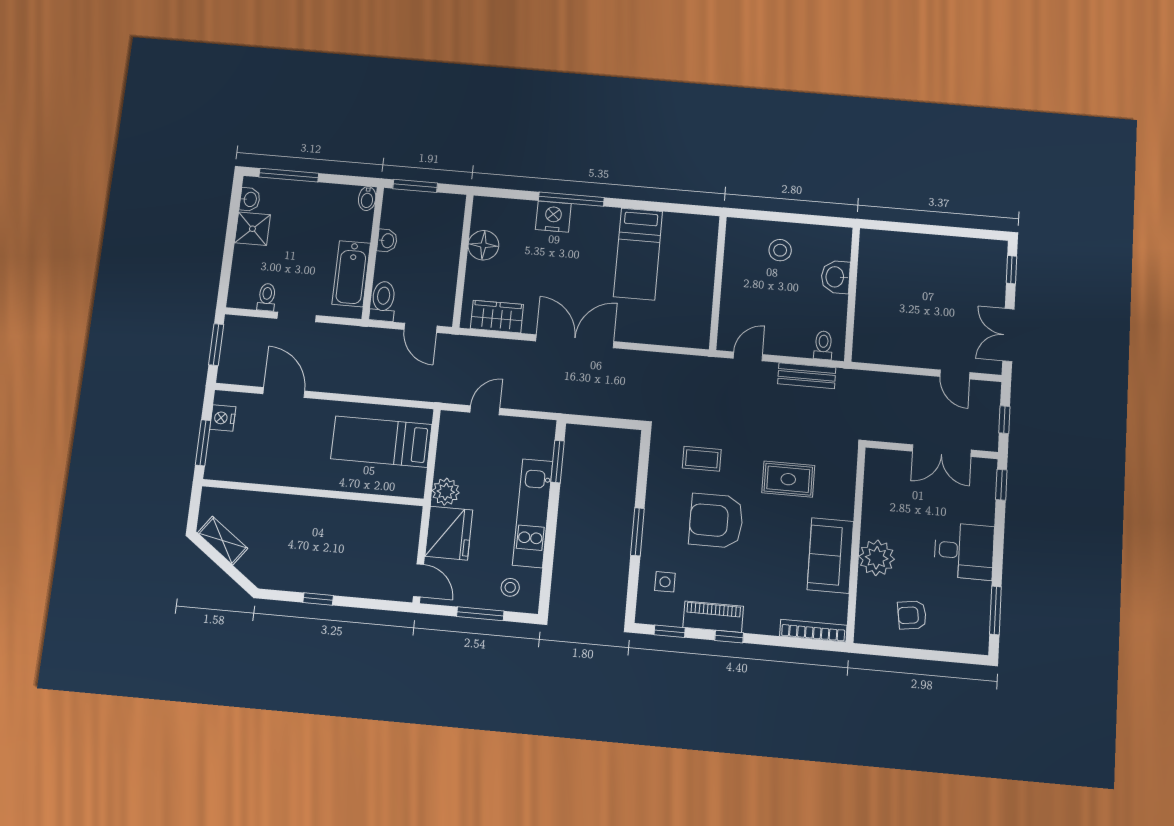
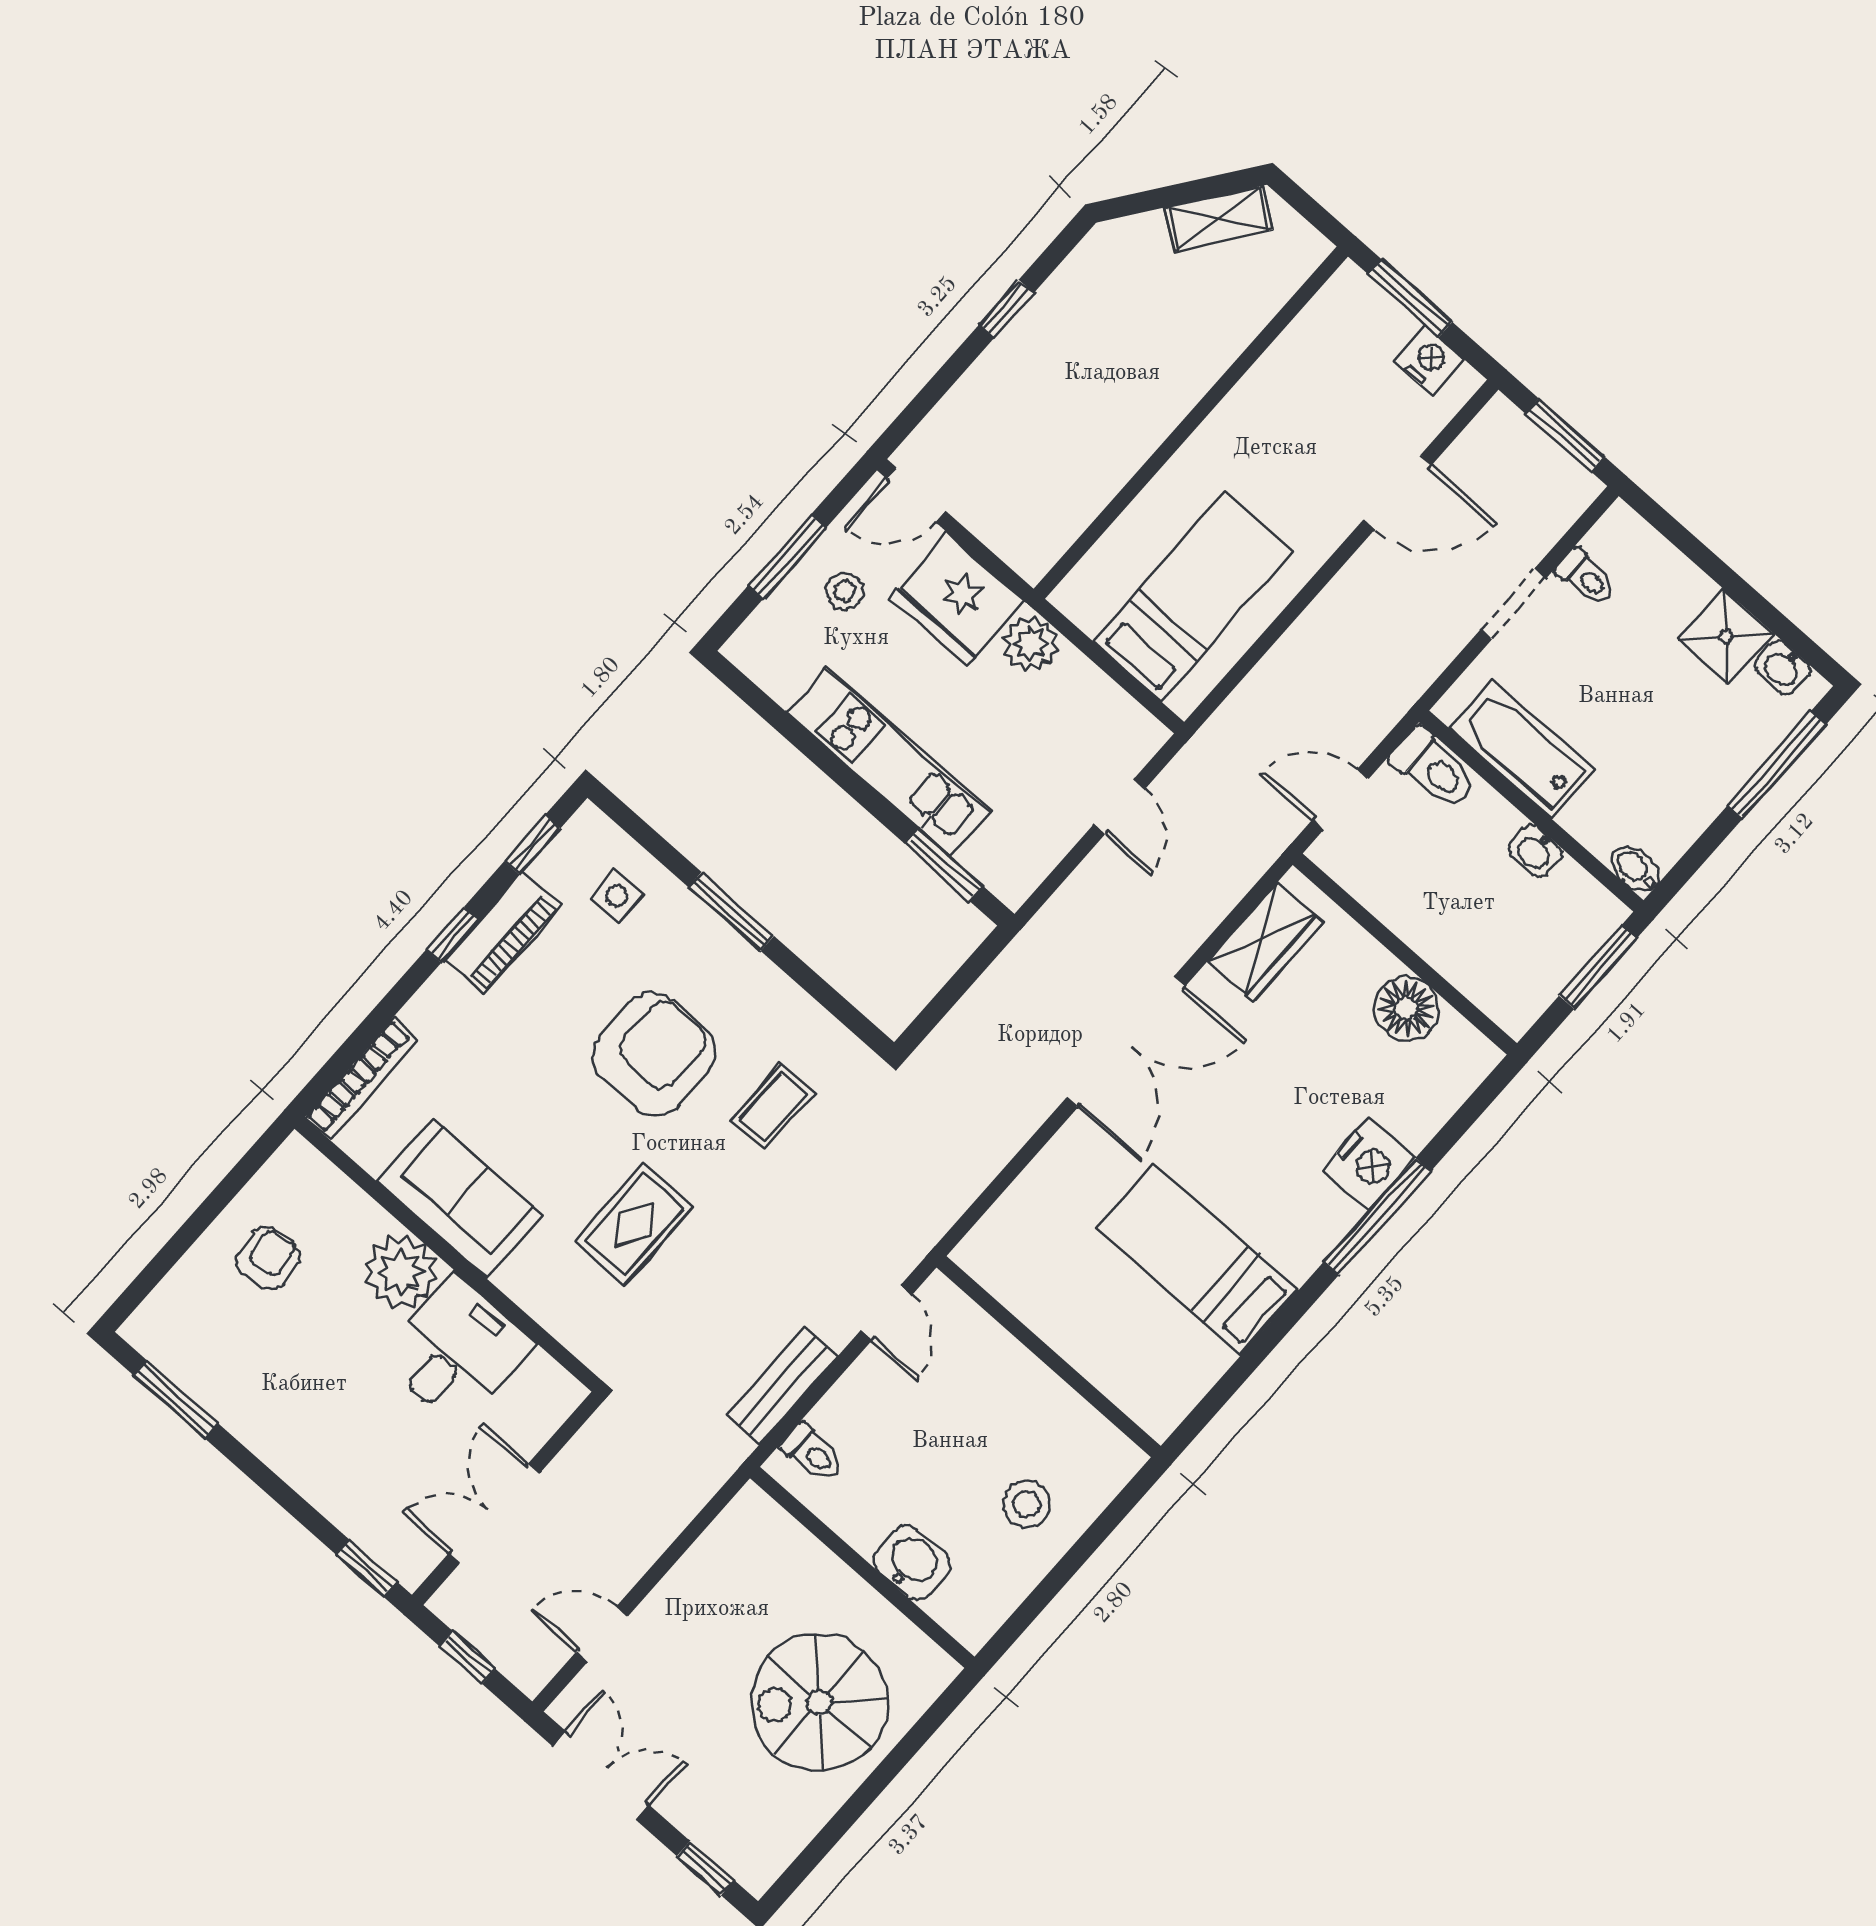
spiral stairs: (916, 273) -> (819, 1702), added
desk: (964, 551) -> (457, 1352), moved, turned 180
stool: (510, 587) -> (845, 591), moved

